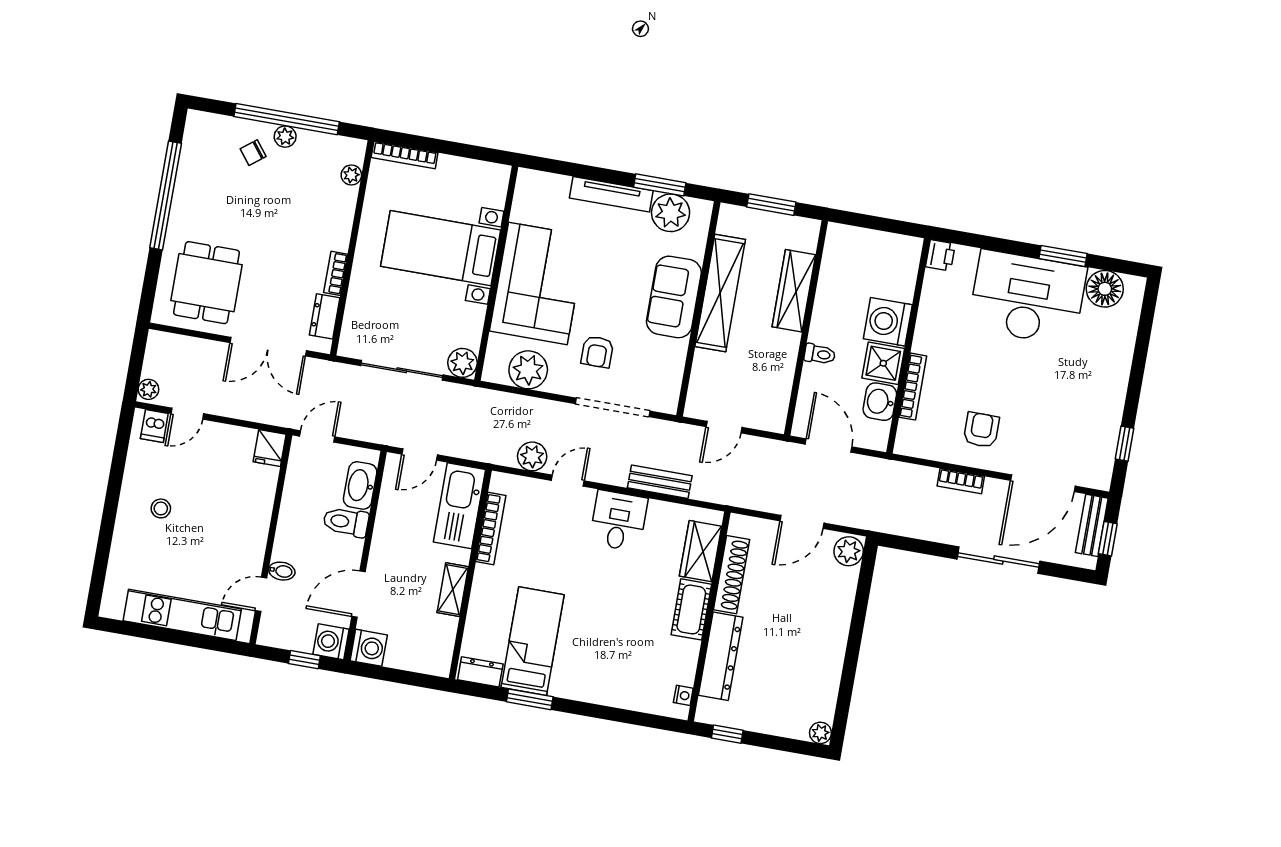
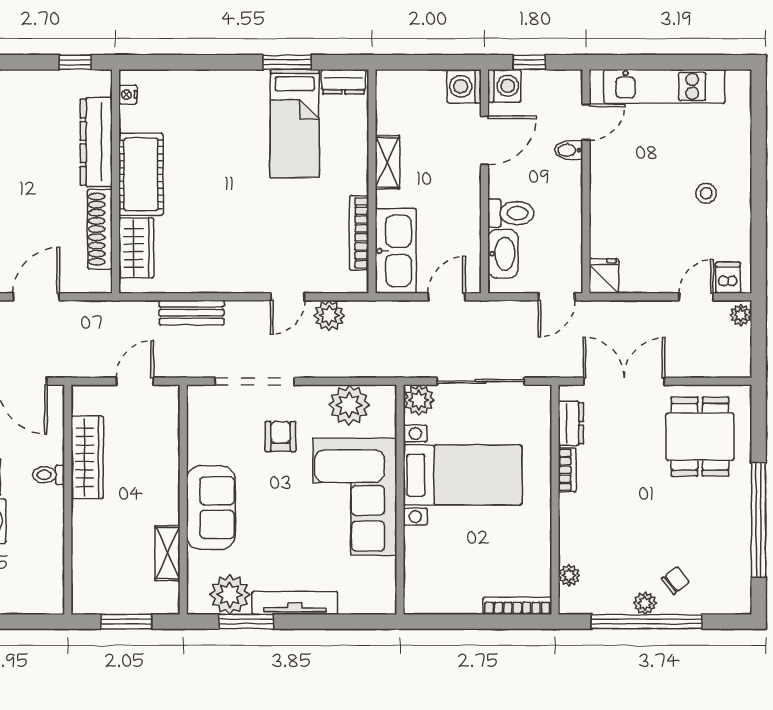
bed with nightstands: (441, 248) -> (463, 475), moved
wardrobe: (794, 291) -> (87, 457), moved
shelving: (720, 293) -> (167, 553), width x0.45, depth x0.75
desk: (618, 521) -> (227, 264), removed
cot: (691, 609) -> (141, 174), width x1.37, depth x1.34

